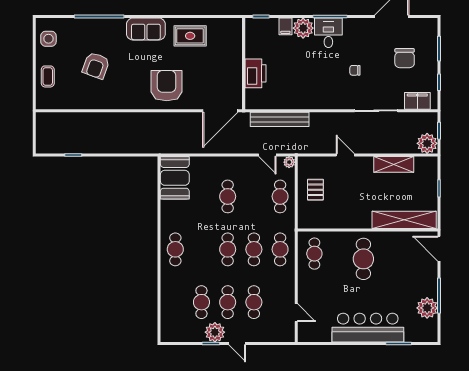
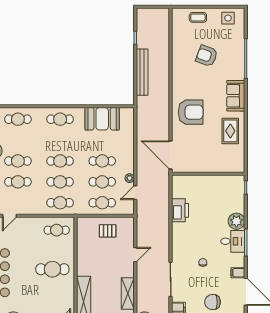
filing cabinet: (285, 26) -> (238, 273), moved
printer: (255, 73) -> (180, 210), moved, turned -90
bench: (280, 119) -> (142, 72), moved
plant: (289, 162) -> (130, 178), moved
booth: (175, 178) -> (102, 119), moved
cafe table: (254, 196) -> (102, 182), added
cafe table: (201, 302) -> (18, 119), moved

